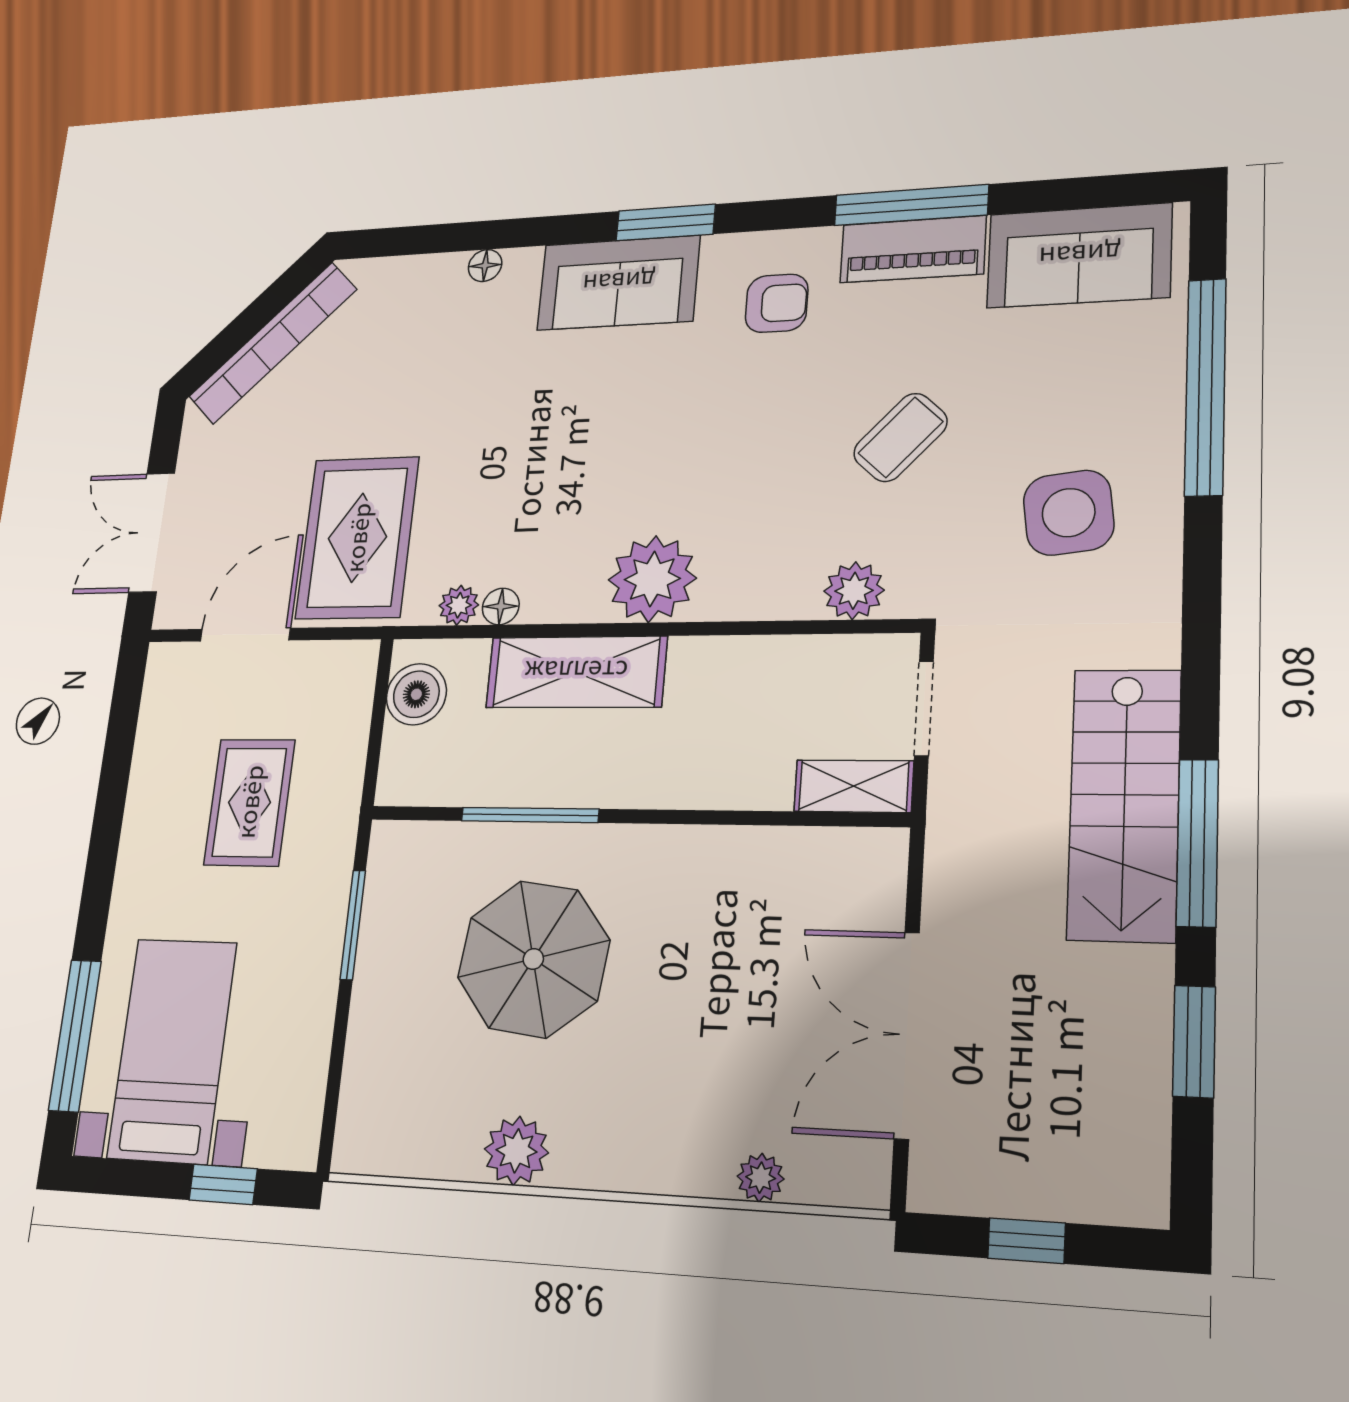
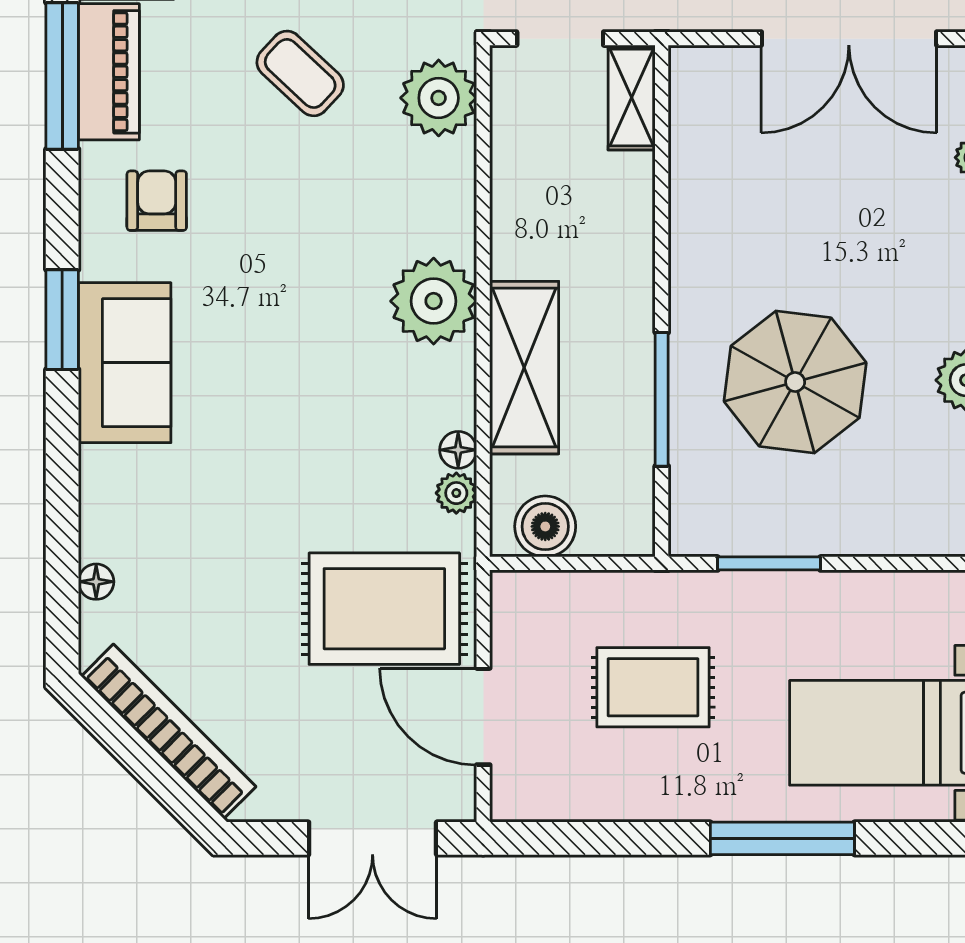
floor lamp: (485, 266) -> (96, 582), moved
plant: (854, 591) -> (439, 98), width x1.36, depth x1.36
window: (75, 1035) -> (782, 838), moved

